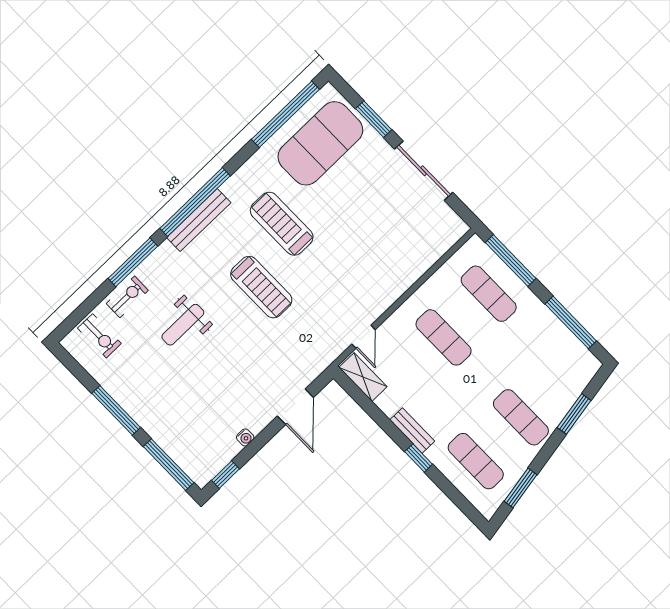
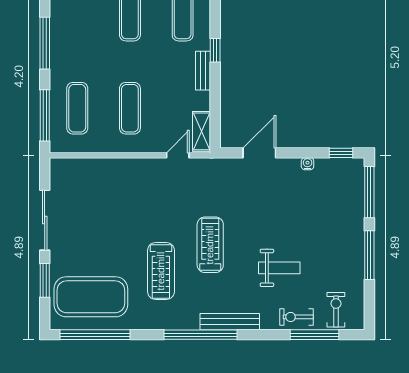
bench: (199, 220) -> (230, 322), moved
window: (133, 262) -> (315, 335), moved

